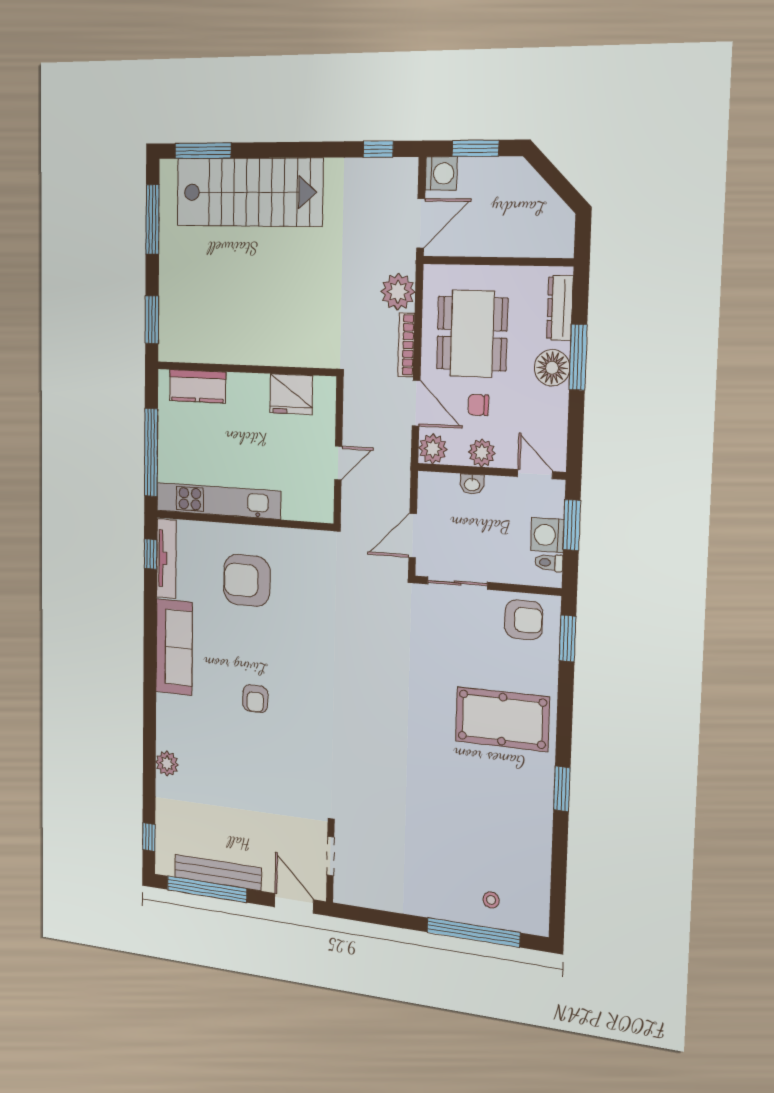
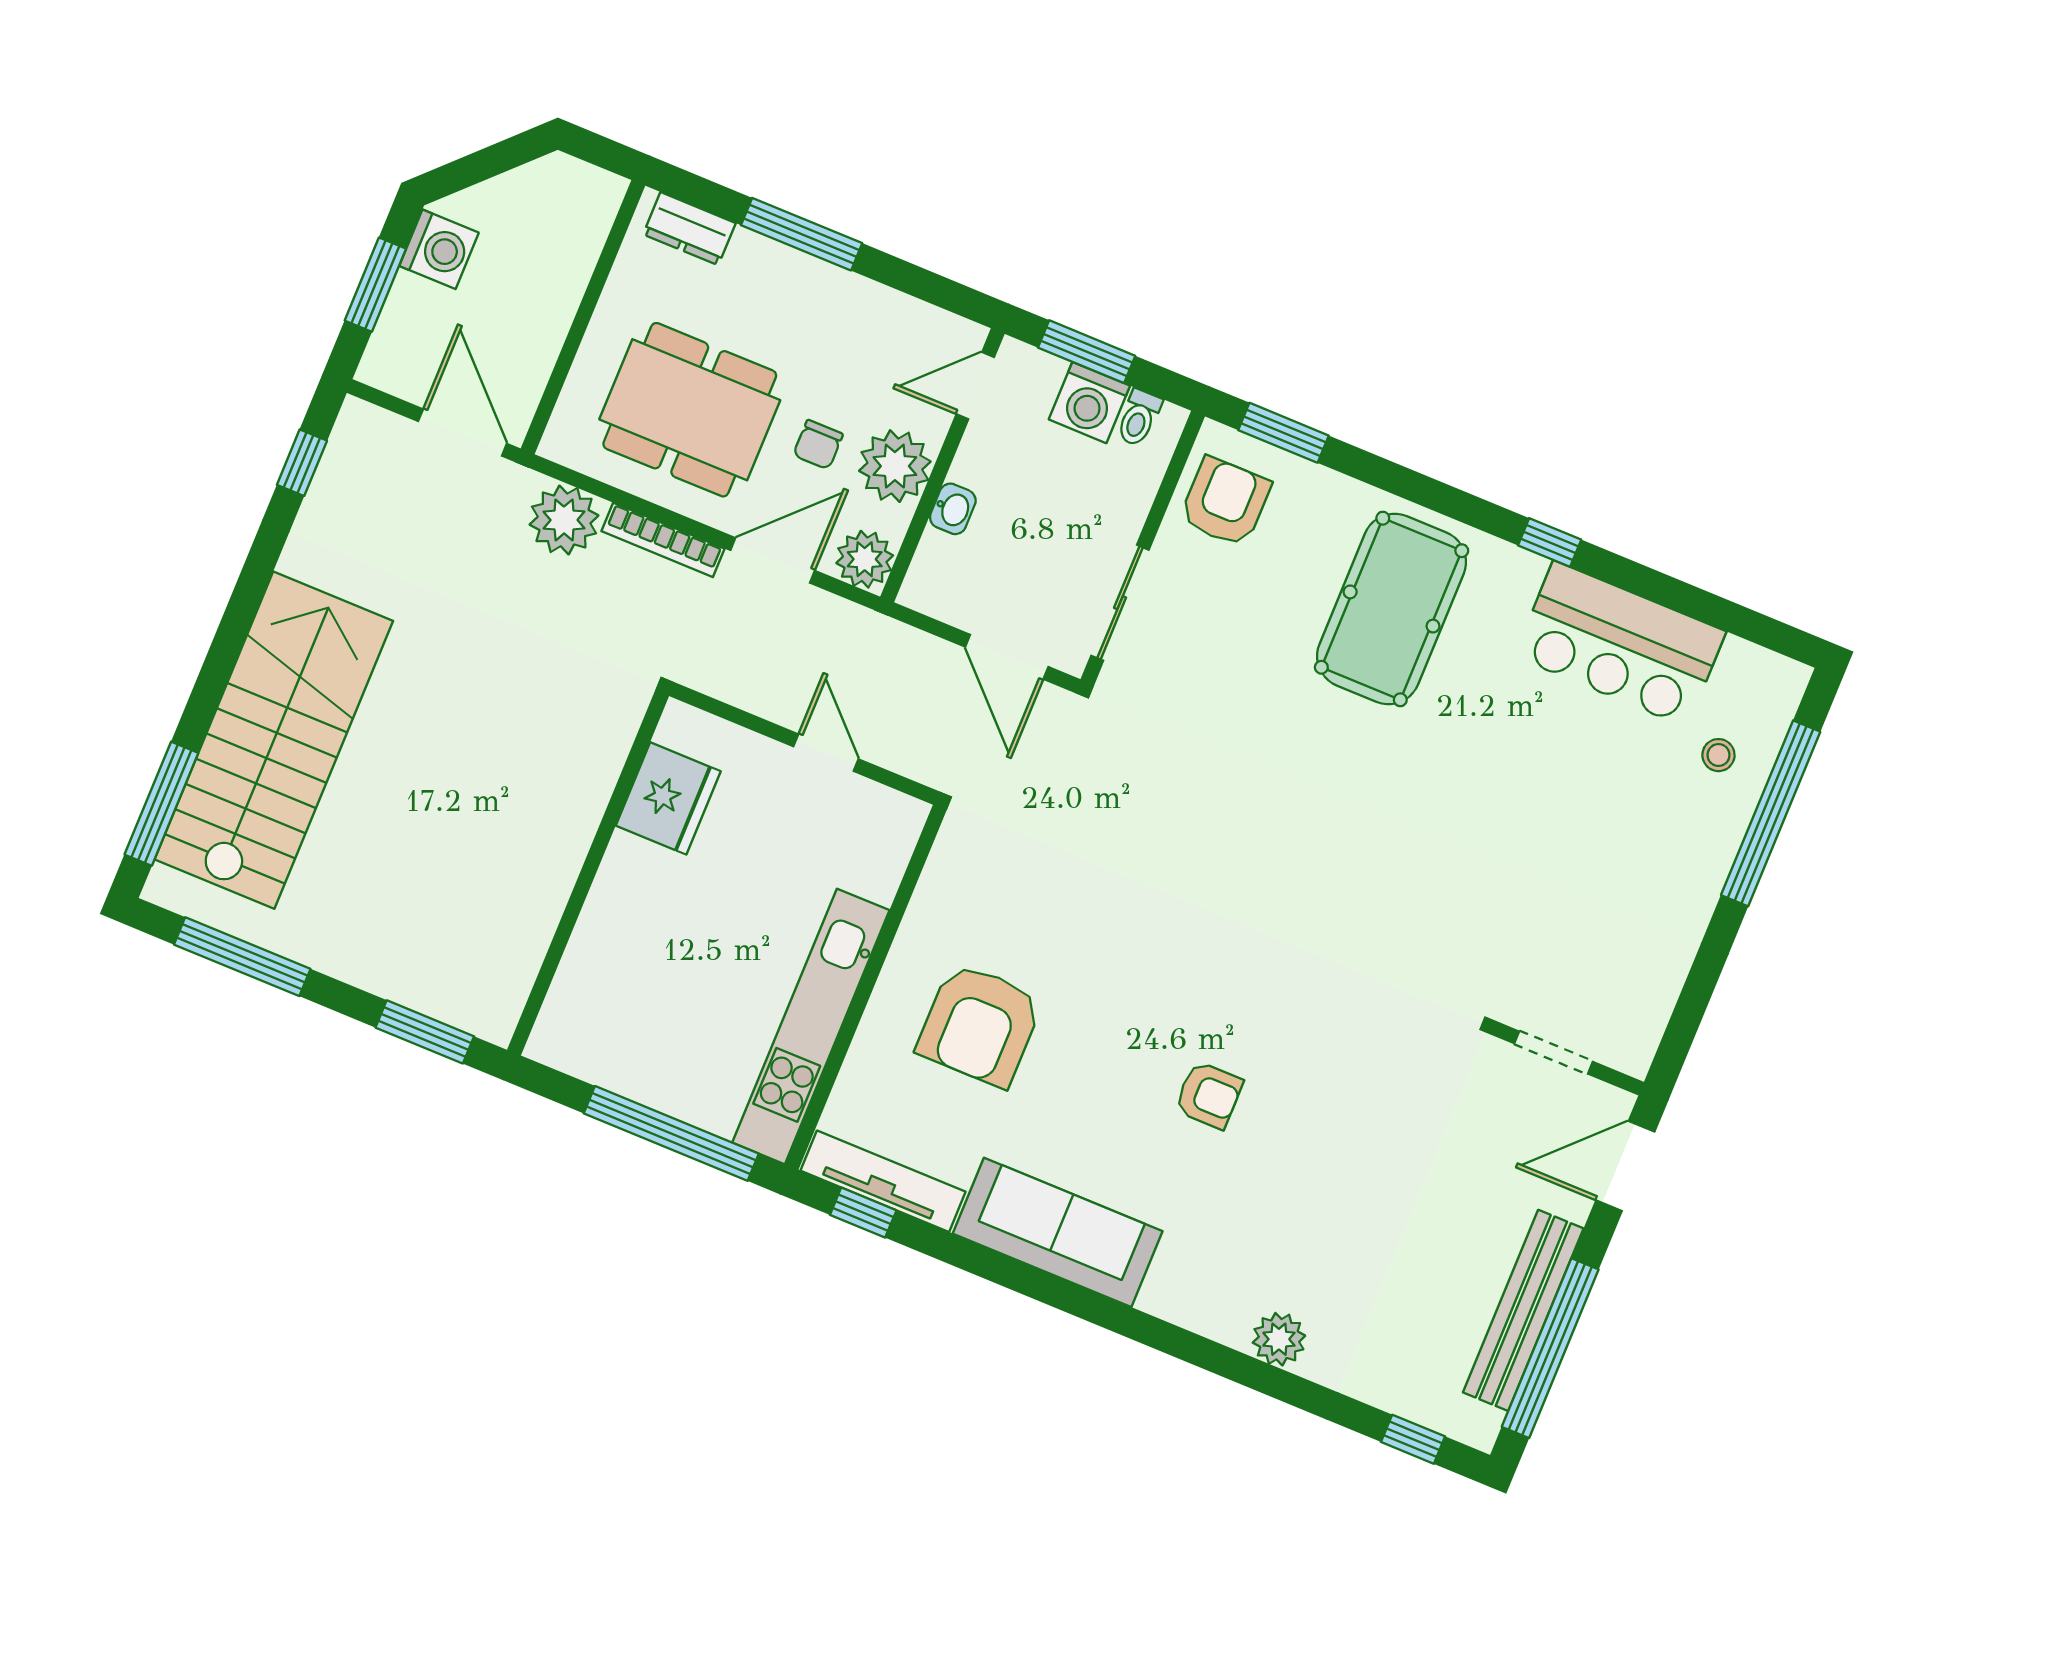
washing machine: (441, 173) -> (439, 249), moved, turned 90
dresser: (560, 308) -> (689, 229), width x0.70
floor lamp: (552, 368) -> (803, 287), removed
kitchen counter: (198, 386) -> (583, 985), removed
plant: (482, 453) -> (895, 466), width x1.36, depth x1.36
window: (562, 789) -> (1550, 542), width x0.67
bar counter: (526, 838) -> (1620, 644), added

